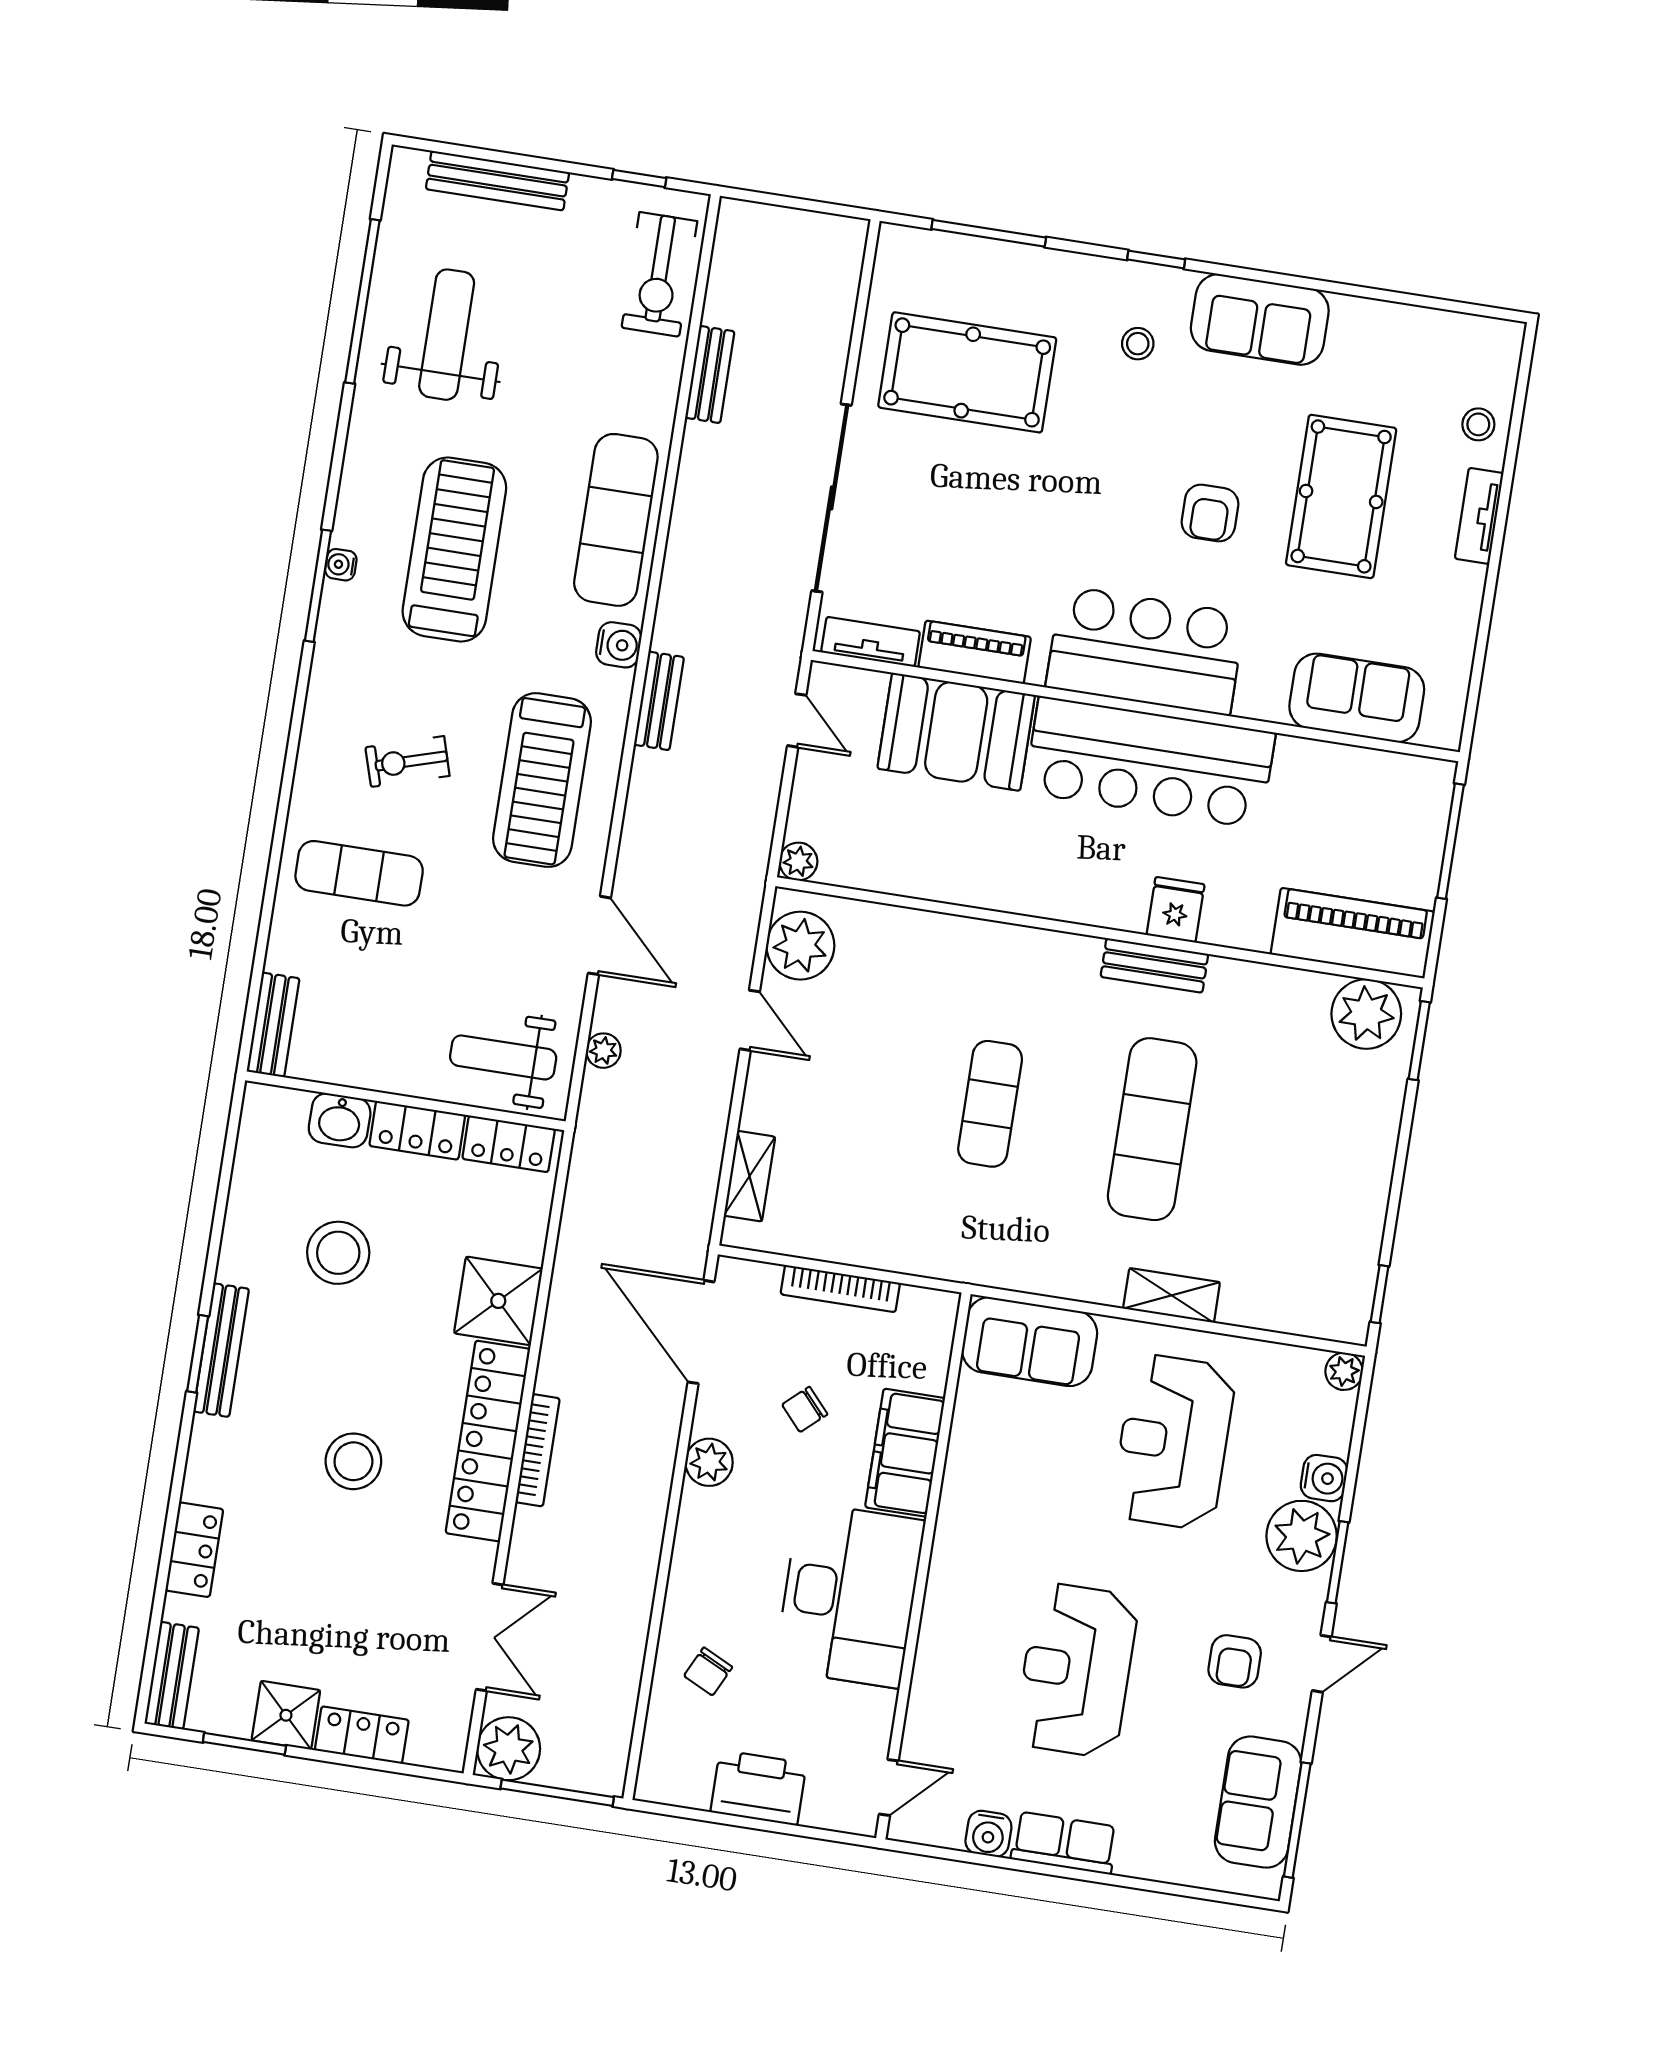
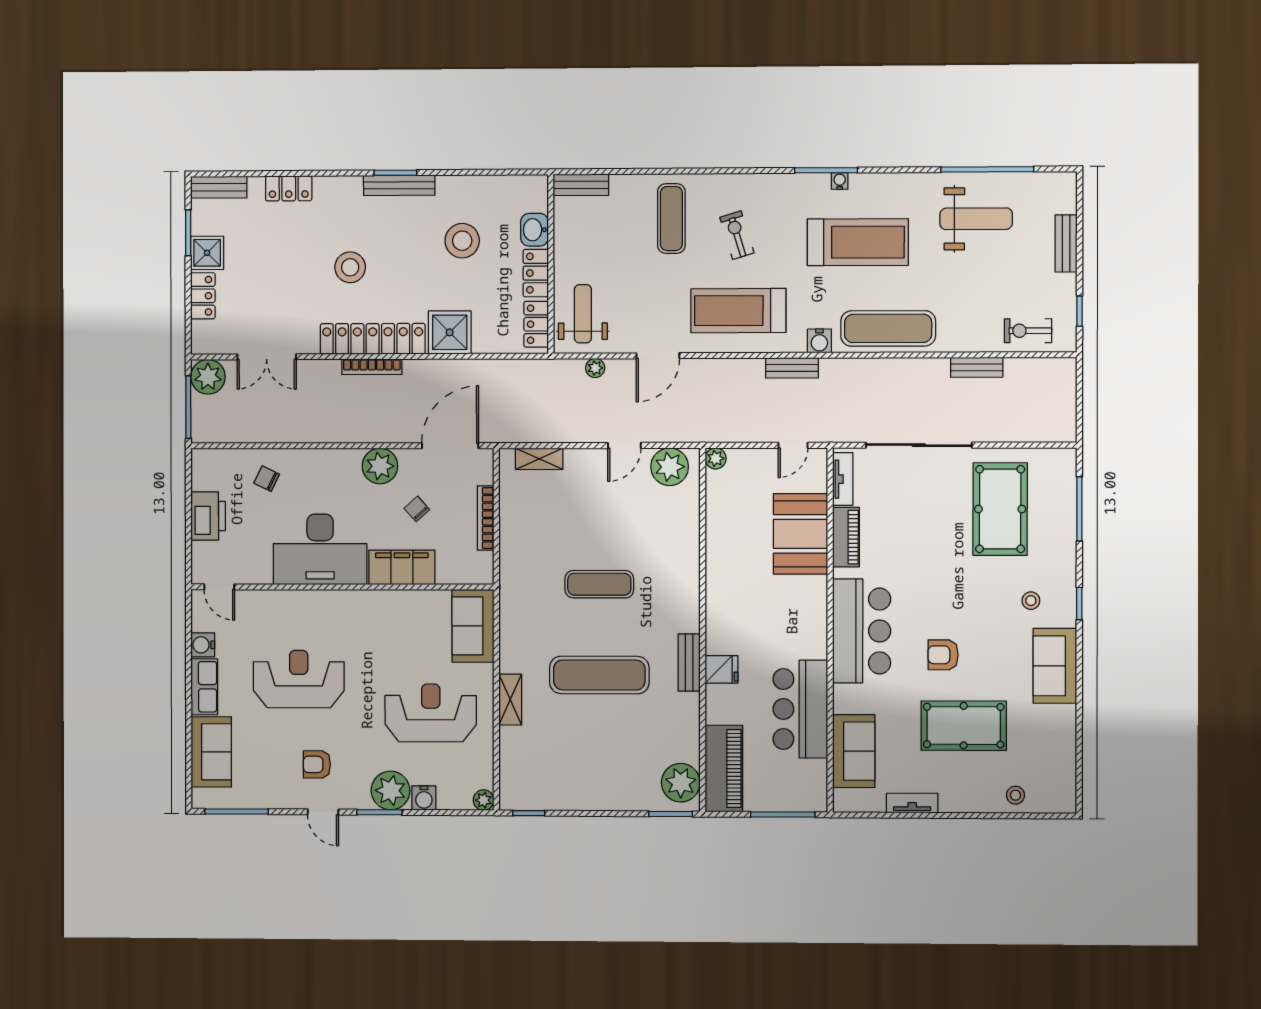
bench: (497, 181) -> (1066, 243), width x0.73
exercise bike: (659, 274) -> (1028, 331), width x0.73, depth x0.72
tv unit: (1479, 516) -> (912, 803), moved
bar counter: (1150, 762) -> (800, 709), moved, width x0.73
plant: (709, 1462) -> (380, 466), width x1.36, depth x1.36
sofa: (1258, 1802) -> (211, 752), moved, turned 90

